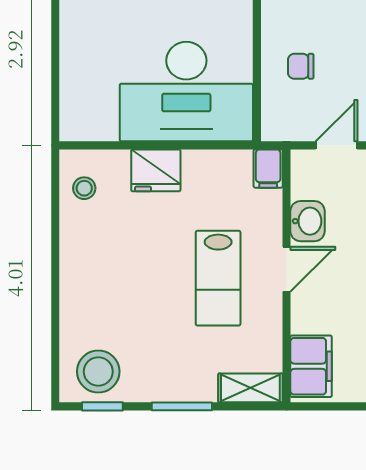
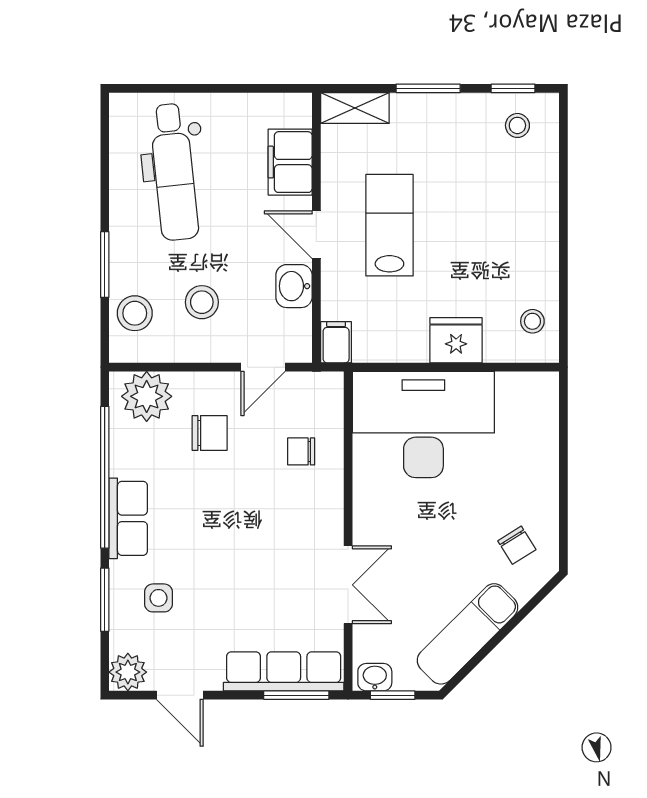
chair: (301, 66) -> (301, 451), turned 180
door: (287, 269) -> (316, 235), hinge flipped
filing cabinet: (311, 366) -> (290, 162), moved
stool: (98, 372) -> (517, 125), width x0.53, depth x0.53

